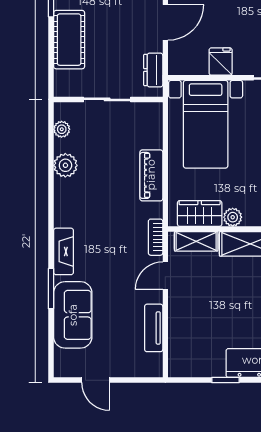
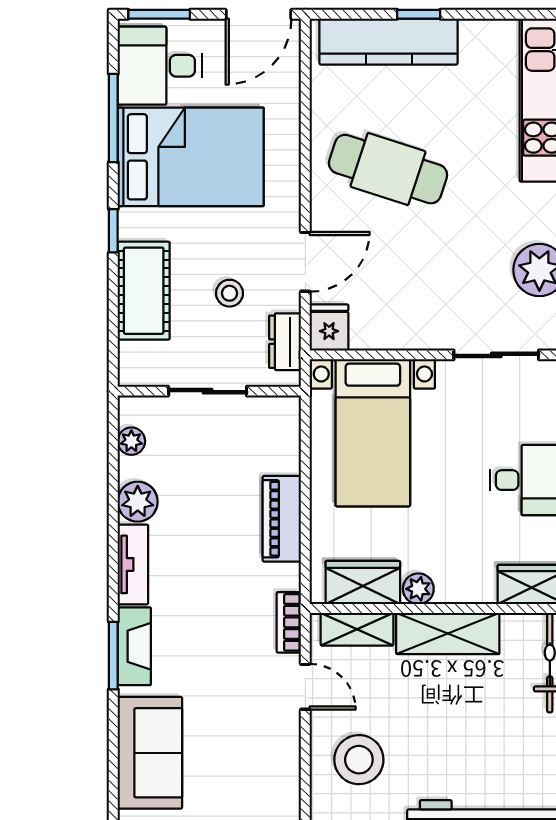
stool: (120, 41) -> (230, 293), added
fridge: (221, 62) -> (329, 327), moved
door: (165, 276) -> (305, 687), swing flipped
window: (51, 289) -> (113, 656), moved
stool: (197, 319) -> (359, 760), added
tv unit: (154, 328) -> (133, 564), moved, turned 180

